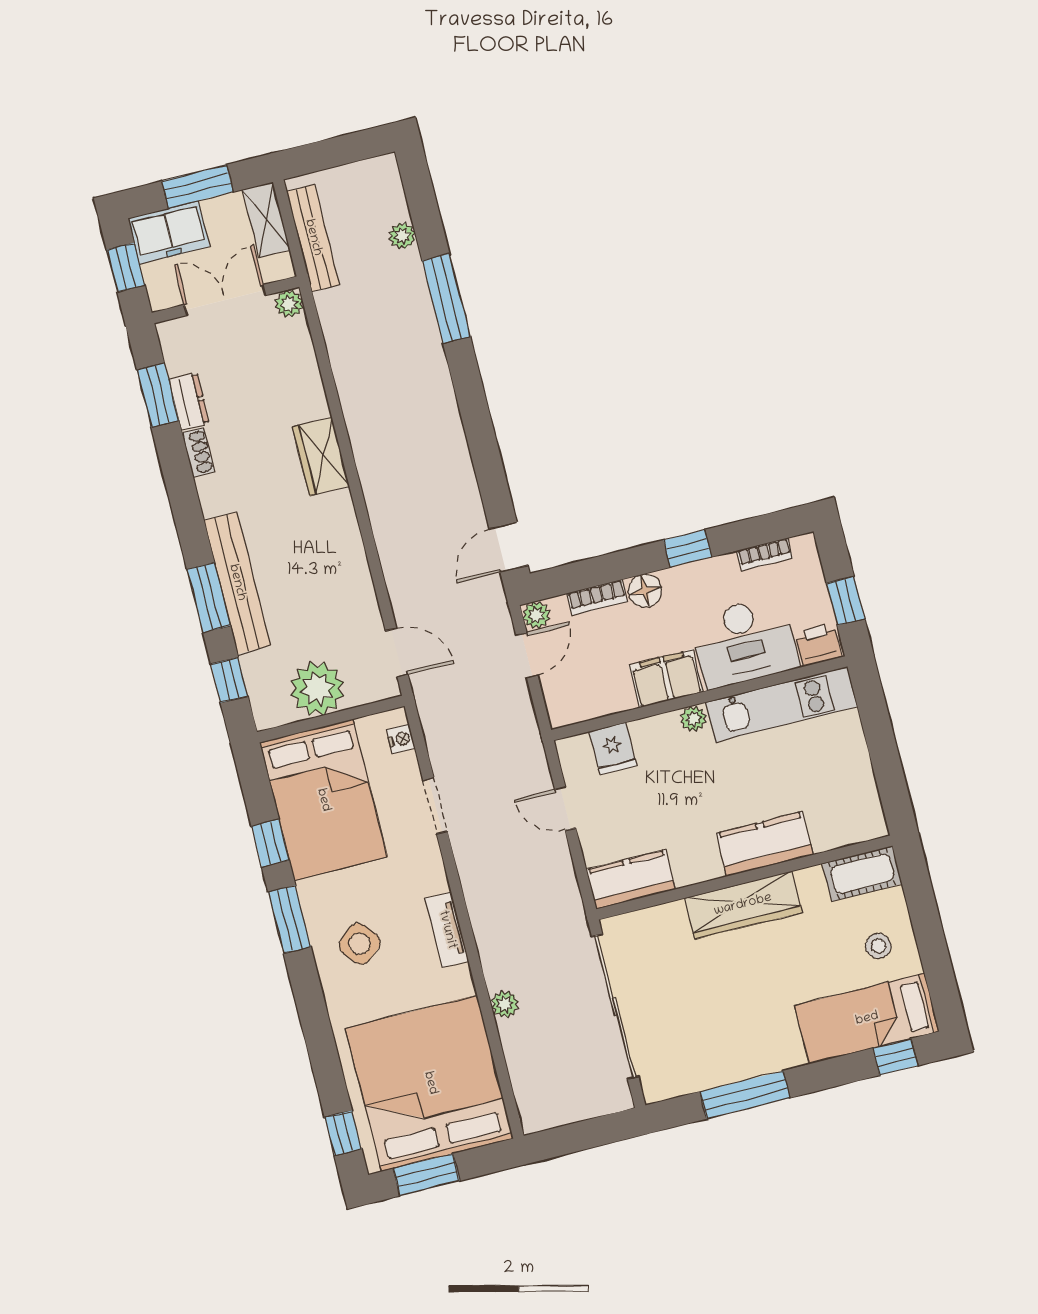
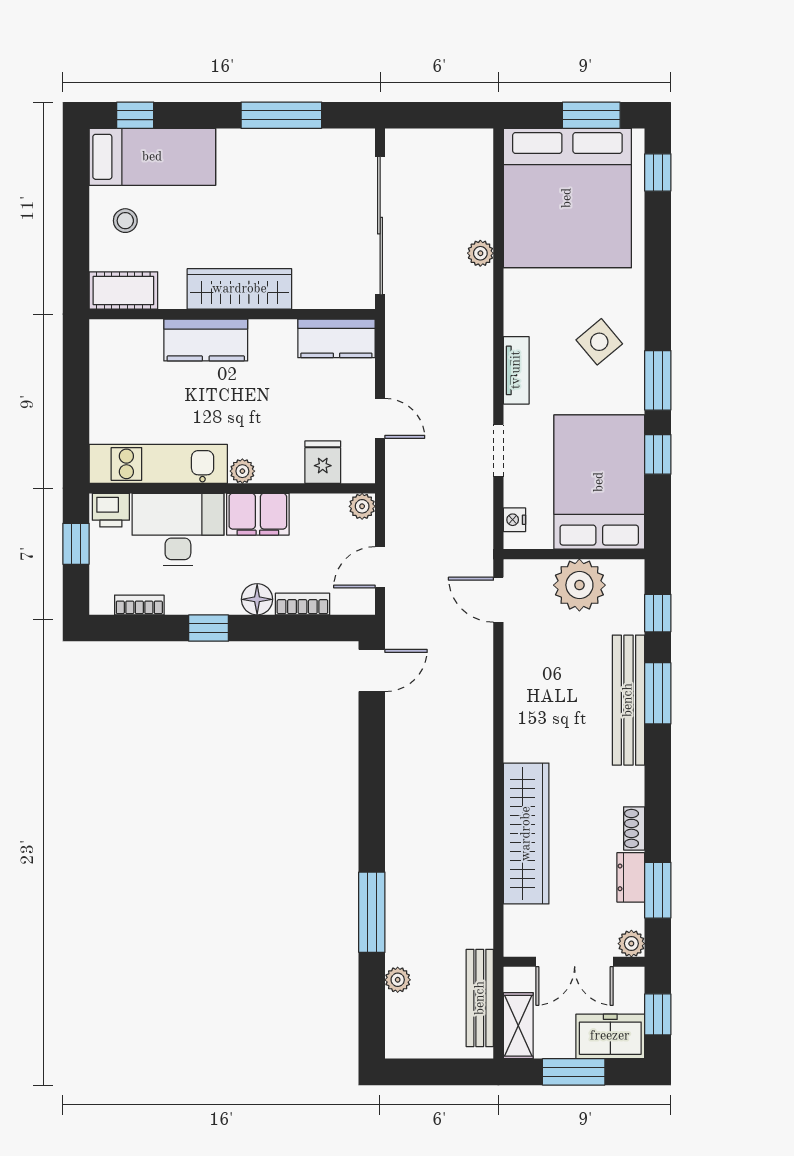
plant: (289, 304) -> (631, 944), moved
wardrobe: (321, 456) -> (526, 834), width x2.10, depth x1.17
plant: (536, 615) -> (362, 506), moved
tv unit: (447, 930) -> (516, 370), moved

